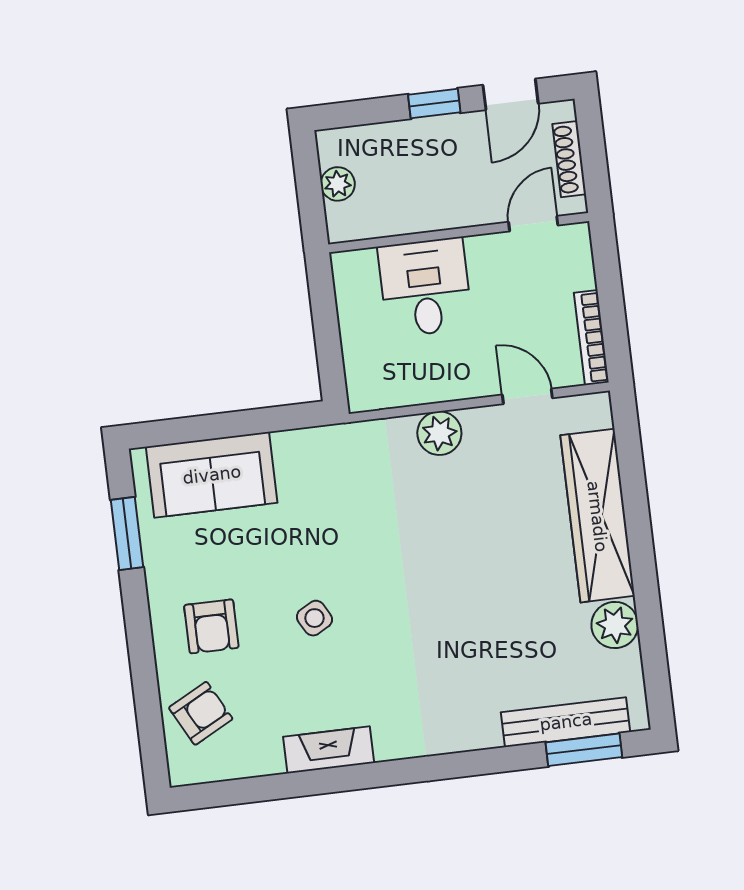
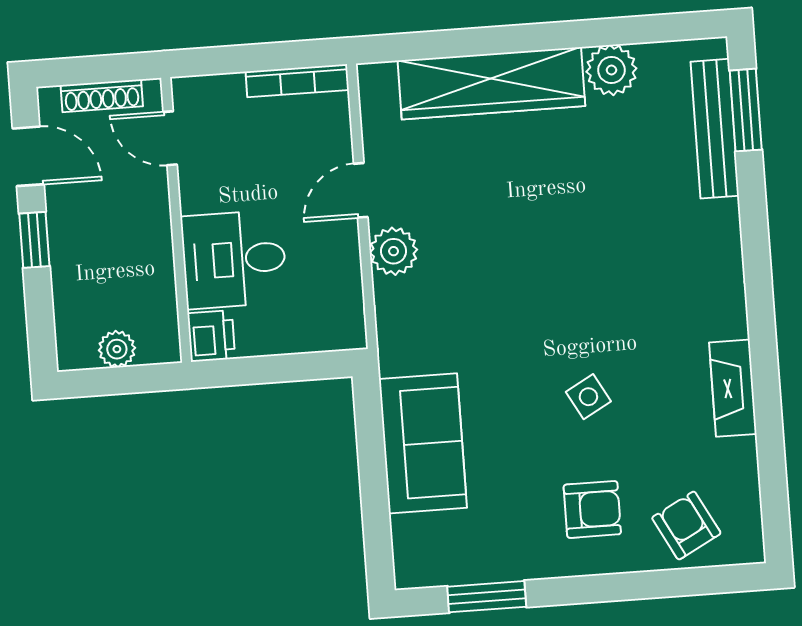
printer: (354, 270) -> (211, 336), added
door: (527, 396) -> (361, 190), moved
sofa: (212, 475) -> (423, 443), moved

